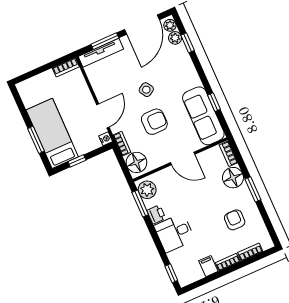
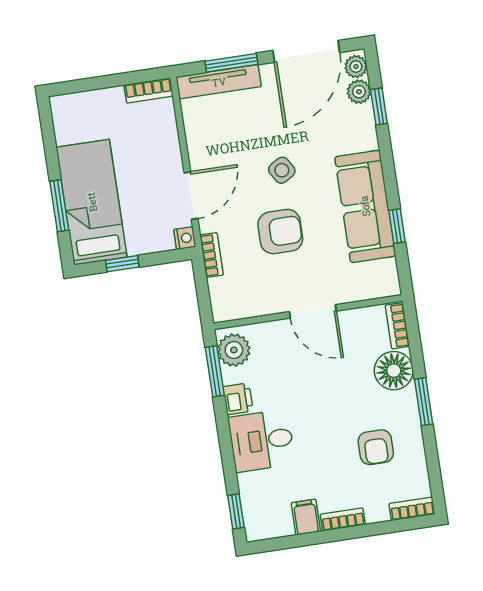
sofa: (203, 116) -> (365, 206), moved
floor lamp: (136, 162) -> (228, 296), removed
armchair: (235, 220) -> (376, 447), turned 180
bookcase: (250, 252) -> (412, 509), moved

